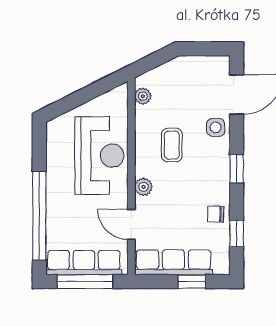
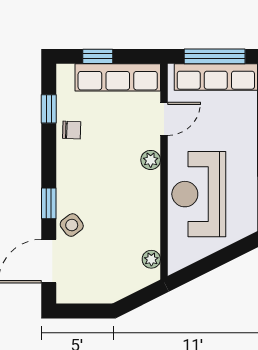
side table: (216, 127) -> (72, 225), turned -38
coffee table: (172, 145) -> (120, 206), removed
window: (237, 169) -> (49, 203), moved
door: (131, 224) -> (164, 119), hinge flipped

